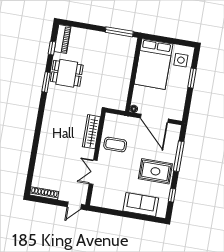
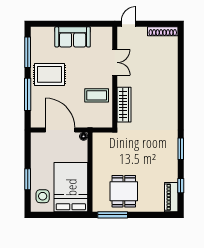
dining table: (67, 73) -> (124, 191), moved, turned 90
window: (172, 195) -> (28, 52), width x2.17
sofa: (141, 204) -> (73, 37), moved

